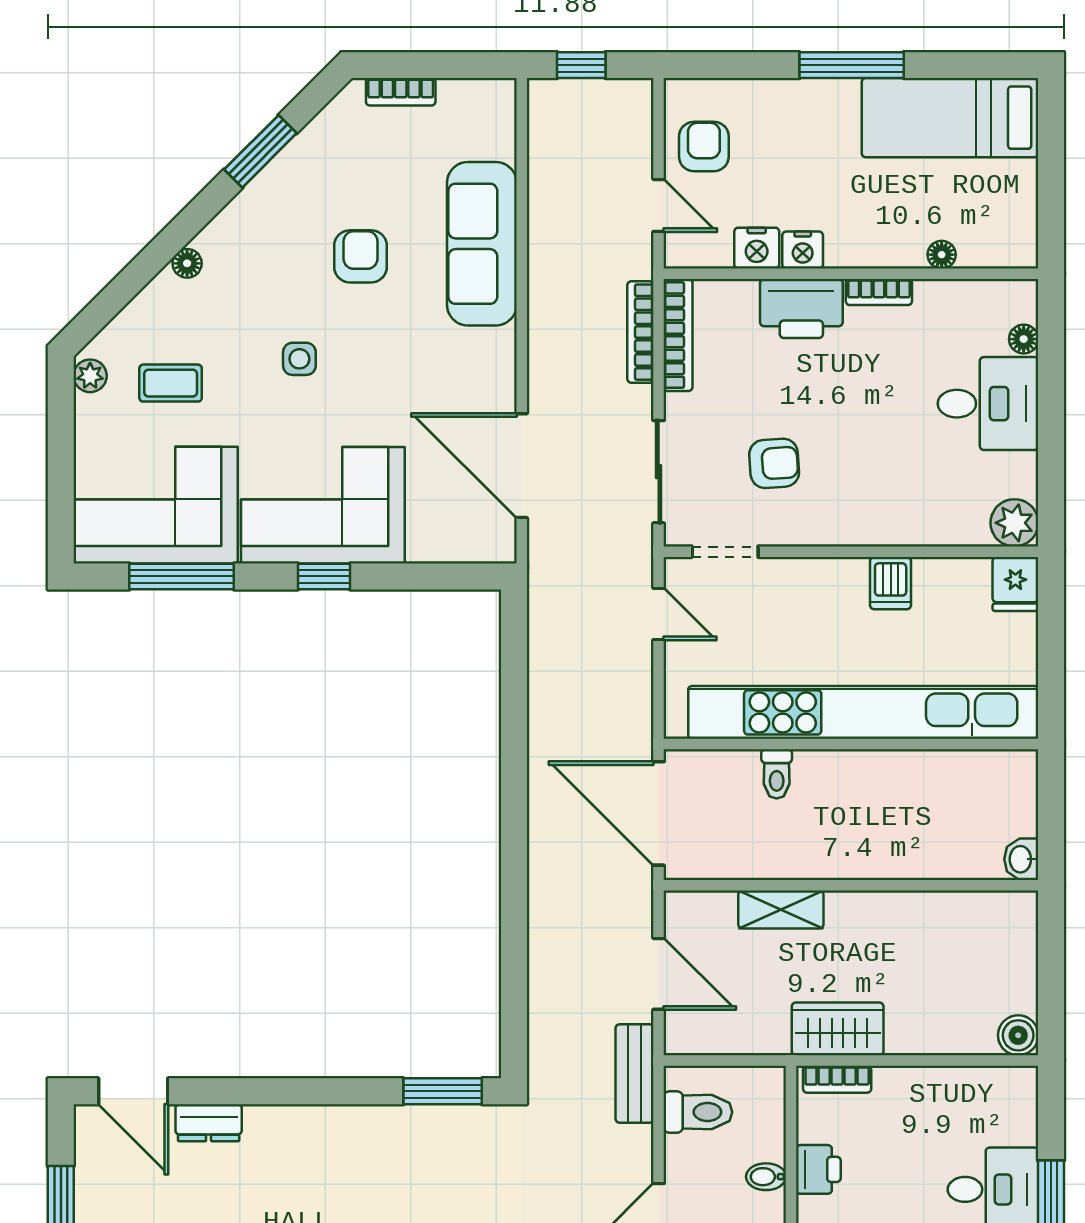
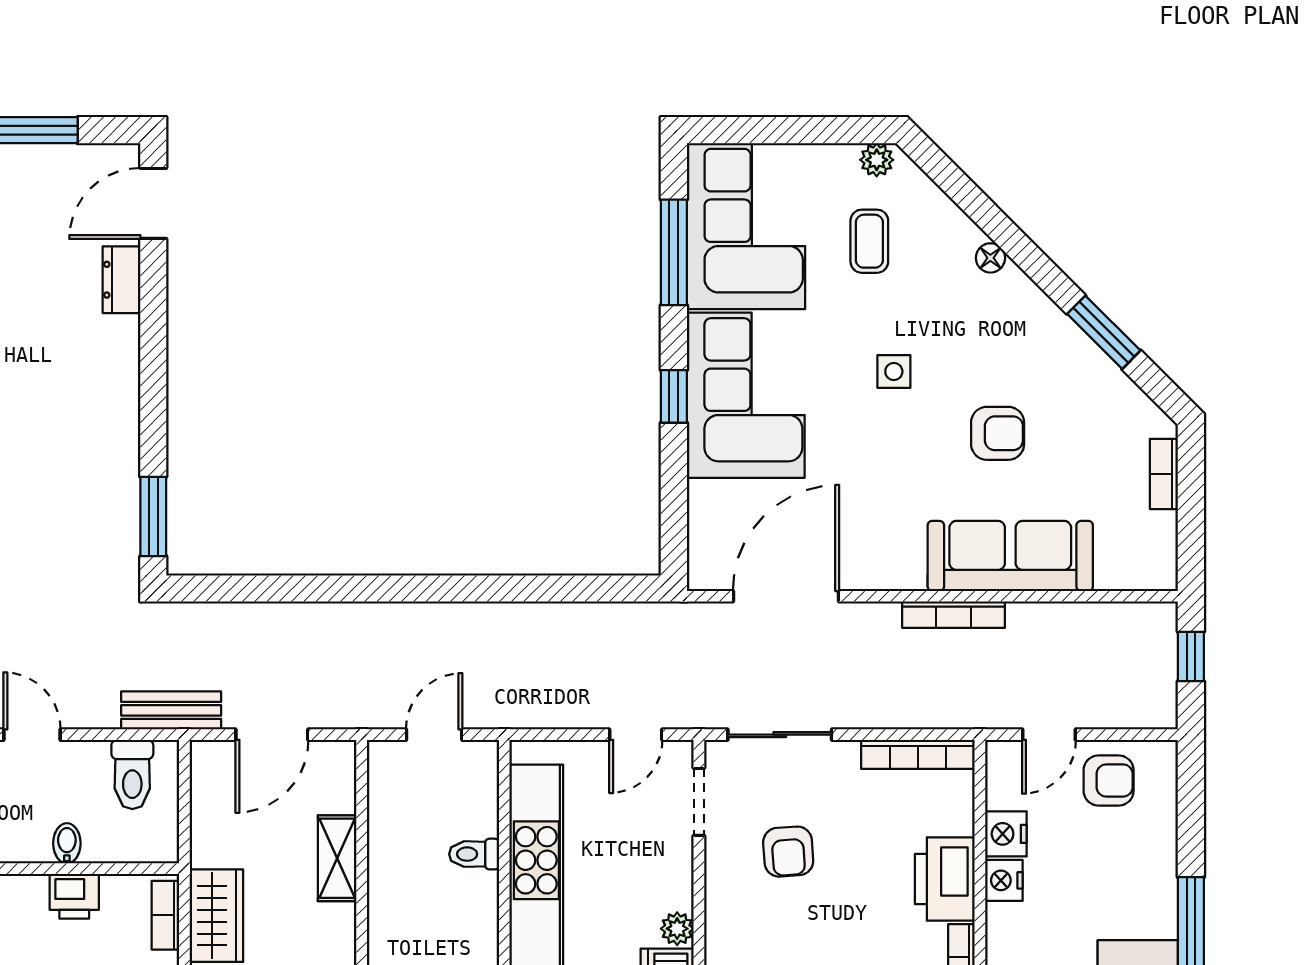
bookcase: (640, 332) -> (953, 615), moved, turned 180
plant: (850, 573) -> (677, 929), added
door: (659, 813) -> (434, 735), width x0.53

